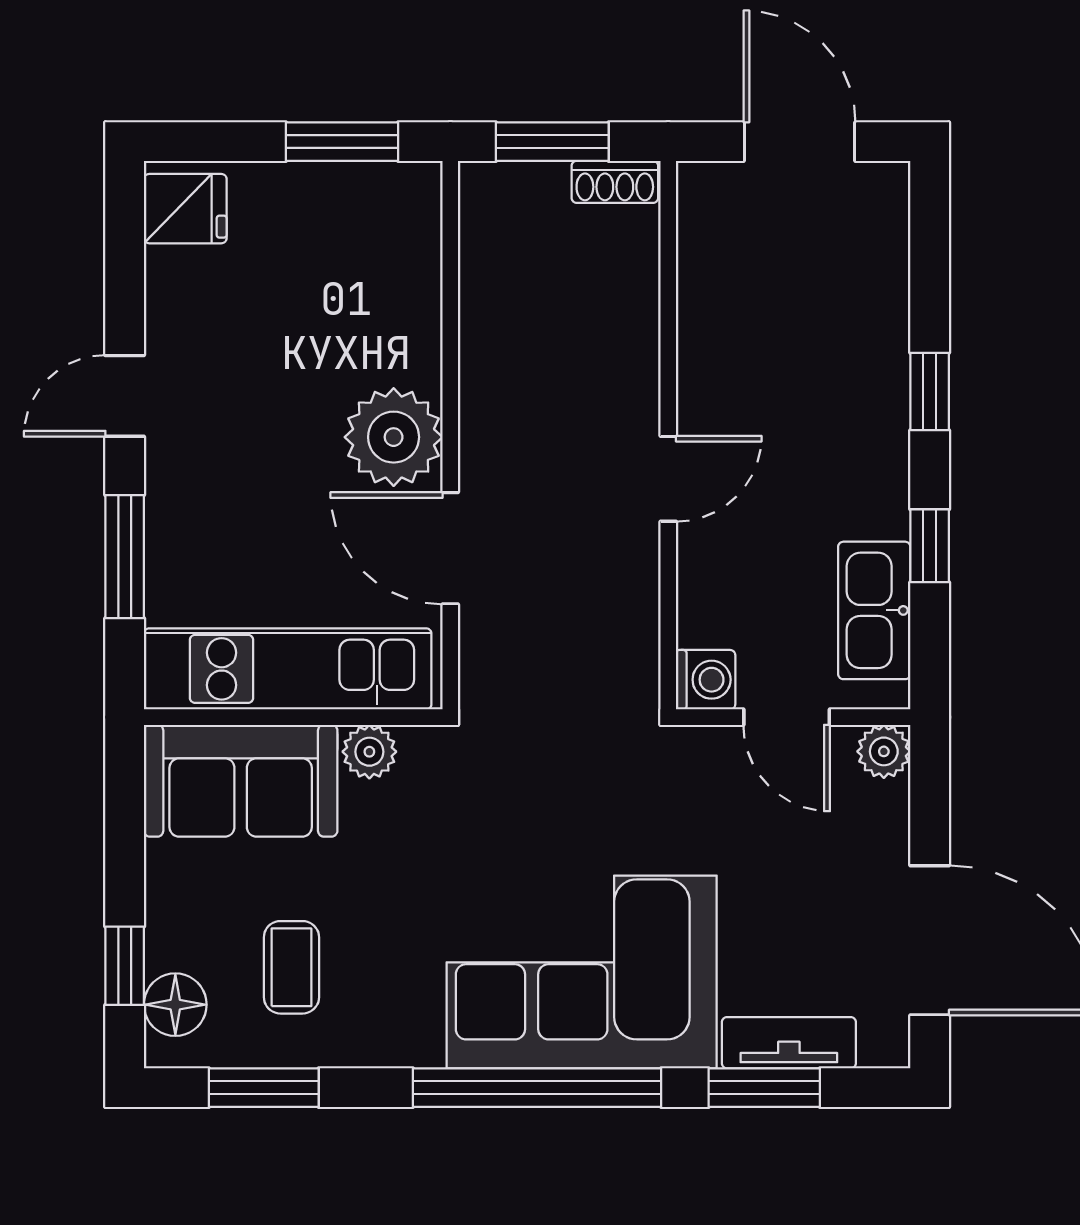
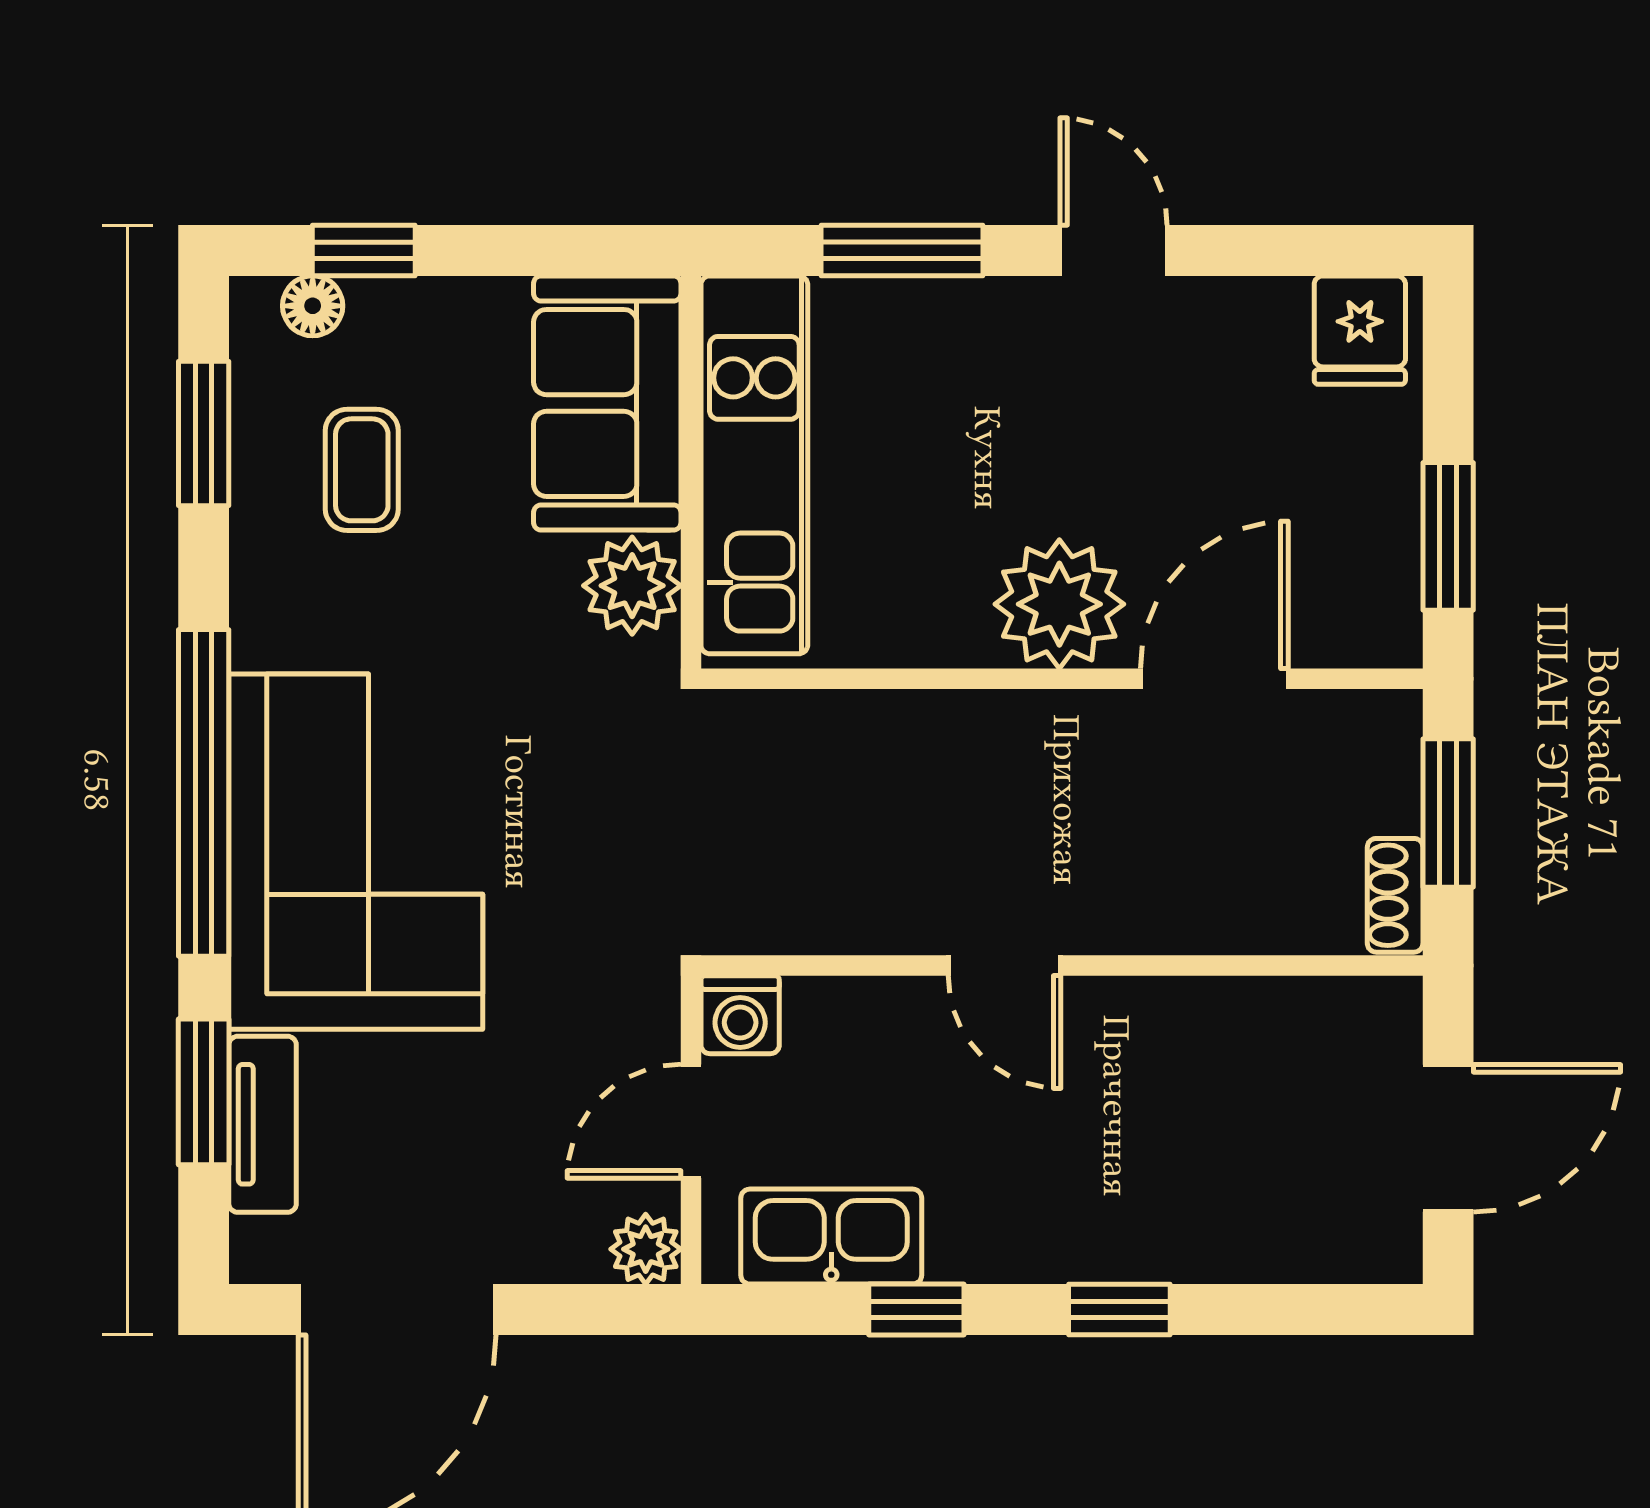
door: (450, 548) -> (1214, 679), moved
plant: (369, 752) -> (632, 586), width x1.38, depth x1.38
coffee table: (291, 967) -> (362, 470), turned 90
floor lamp: (175, 1005) -> (313, 306), width x0.73, depth x0.73

